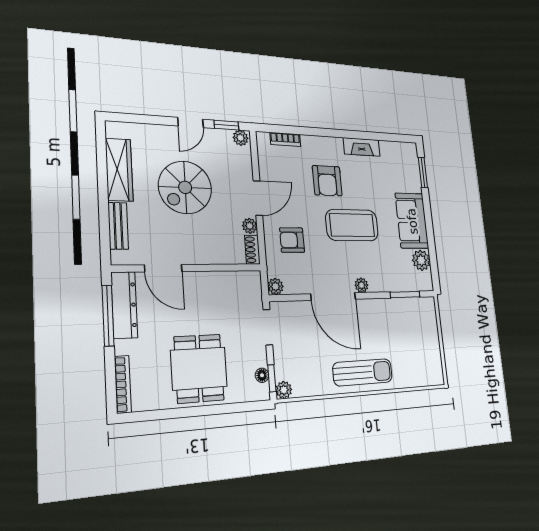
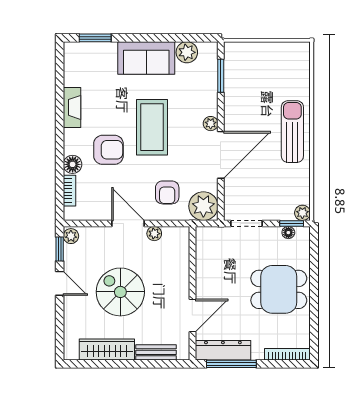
floor lamp: (310, 144) -> (73, 164), added
spiral stairs: (185, 187) -> (120, 292), turned 180
shoe rack: (252, 250) -> (176, 233), removed
plant: (275, 286) -> (203, 206), width x1.87, depth x1.87

